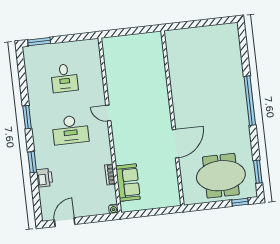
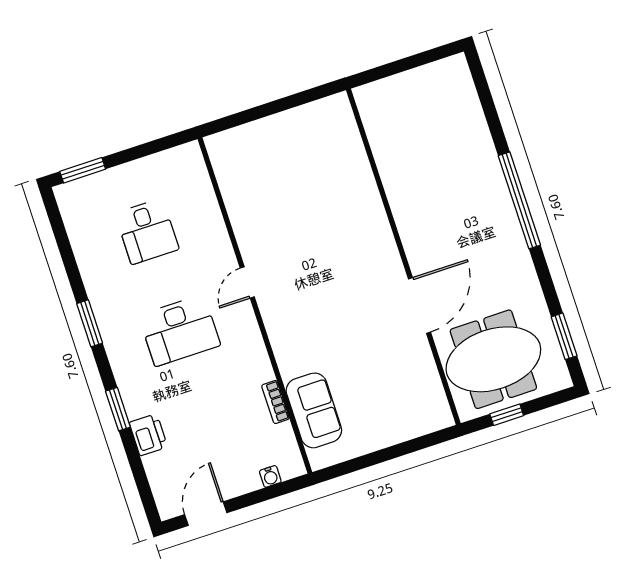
door: (108, 113) -> (247, 282), hinge flipped
wall: (172, 118) -> (403, 257), moved
door: (175, 144) -> (419, 306), moved
window: (240, 202) -> (507, 415), moved
water cooler: (113, 209) -> (270, 476), moved

